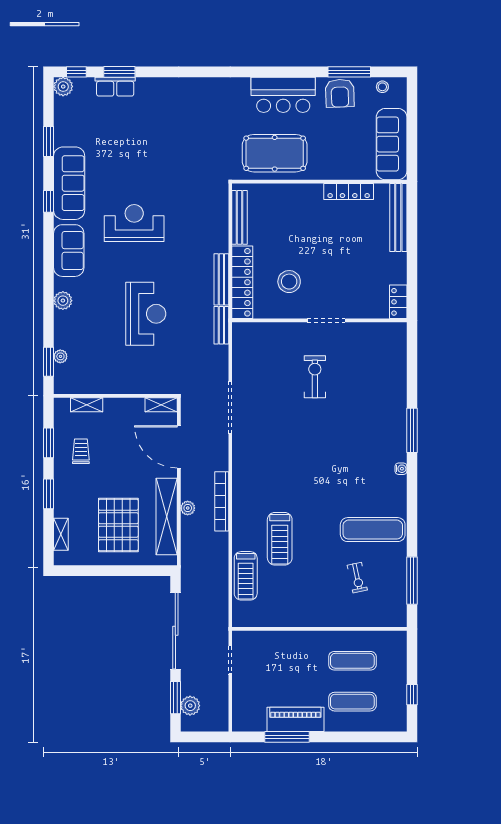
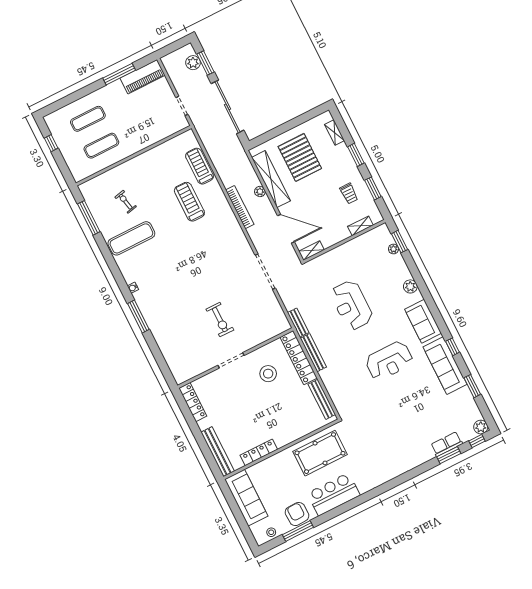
locker: (398, 302) -> (193, 402), width x1.53
piano: (295, 719) -> (143, 77), moved

